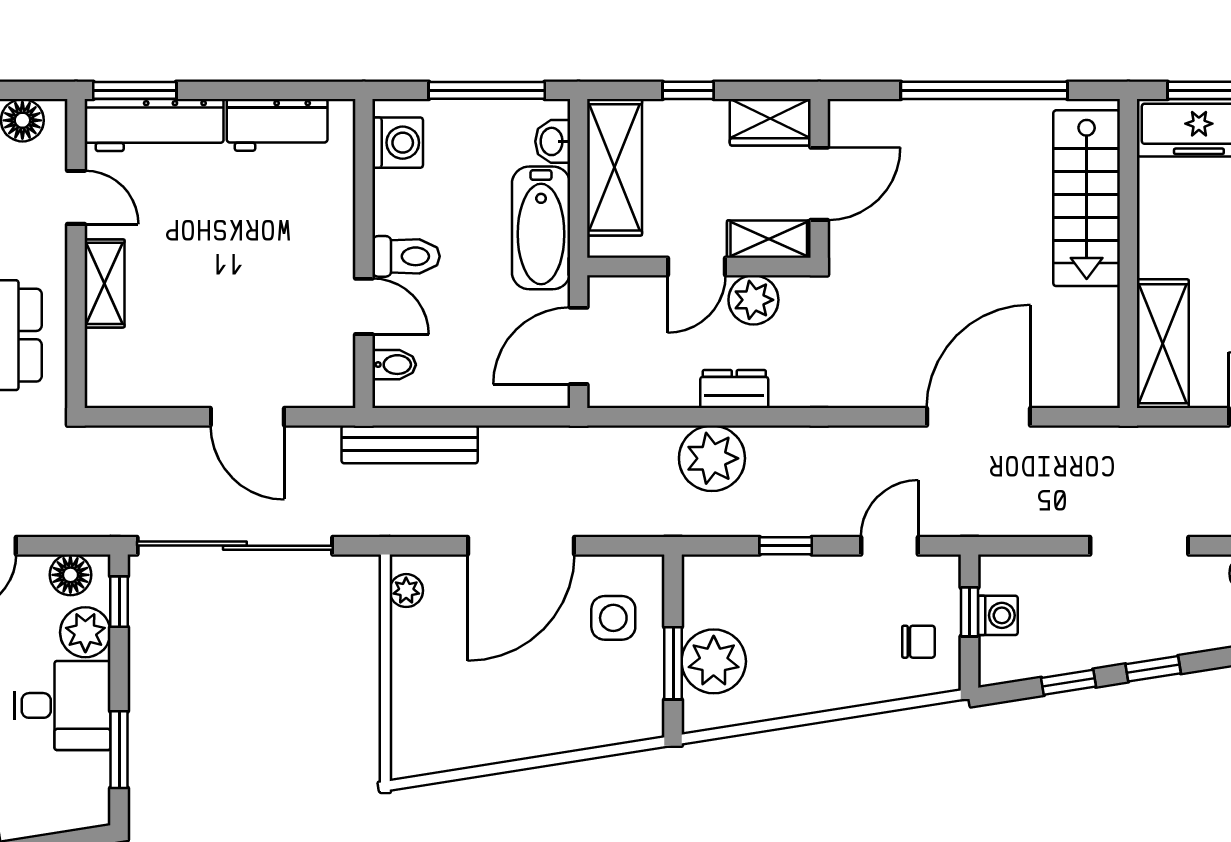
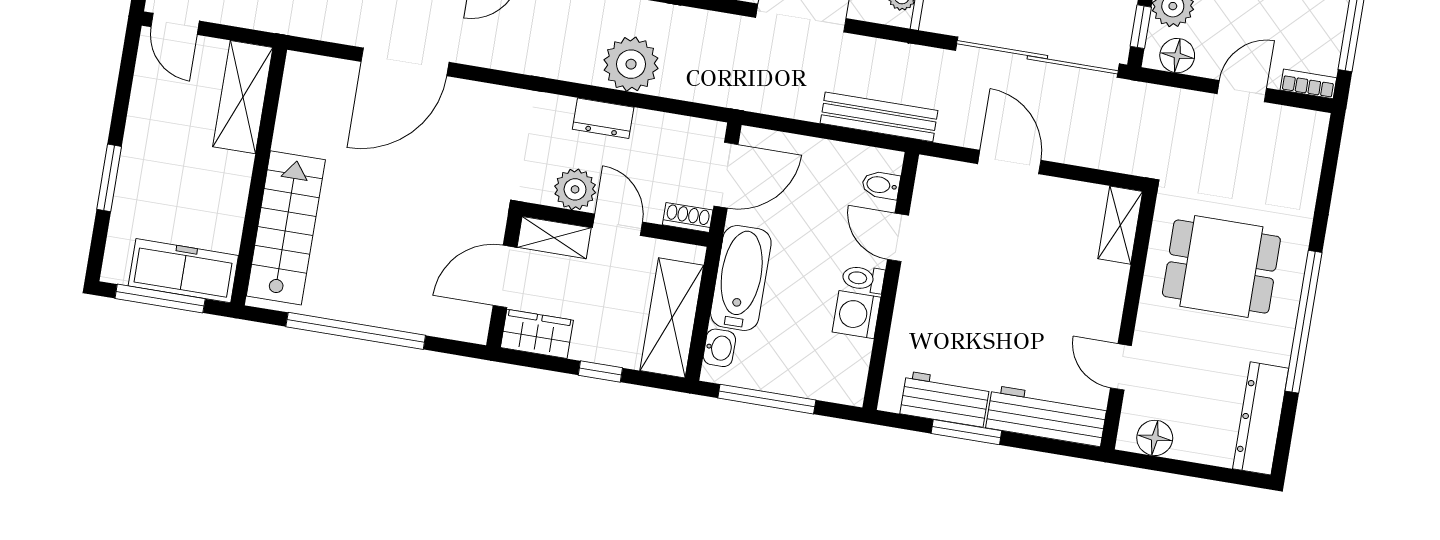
window: (135, 90) -> (966, 432), moved
washing machine: (398, 143) -> (856, 315), moved
toilet: (406, 256) -> (863, 279), width x0.73, depth x0.72
door: (697, 266) -> (618, 225), hinge flipped
shelving: (105, 283) -> (1120, 225), moved
shoe rack: (615, 289) -> (688, 217), added

